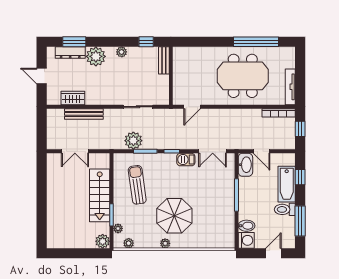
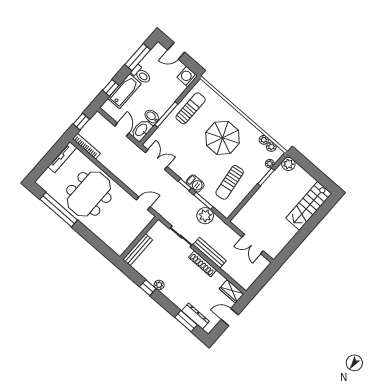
window: (146, 42) -> (148, 288), moved
plant: (96, 56) -> (180, 298), removed
bench: (164, 60) -> (138, 250), width x1.36
door: (42, 76) -> (230, 317), swing flipped
meeting table: (243, 76) -> (89, 194), turned 90
wardrobe: (73, 98) -> (232, 291), moved
shoe rack: (102, 100) -> (203, 264), added
bench: (84, 114) -> (210, 253), moved
double door: (75, 151) -> (253, 244), swing flipped
barbecue: (186, 160) -> (195, 184), moved
stairs: (100, 195) -> (309, 206), moved, turned 180
sun lounger: (221, 217) -> (191, 108), added
bidet: (247, 226) -> (152, 117), moved
plant: (165, 243) -> (264, 140), moved

